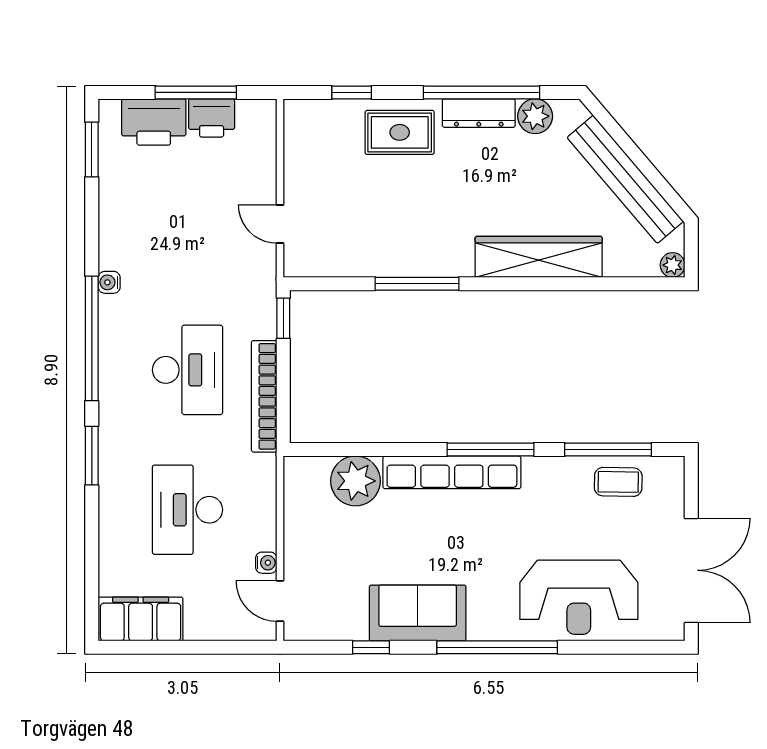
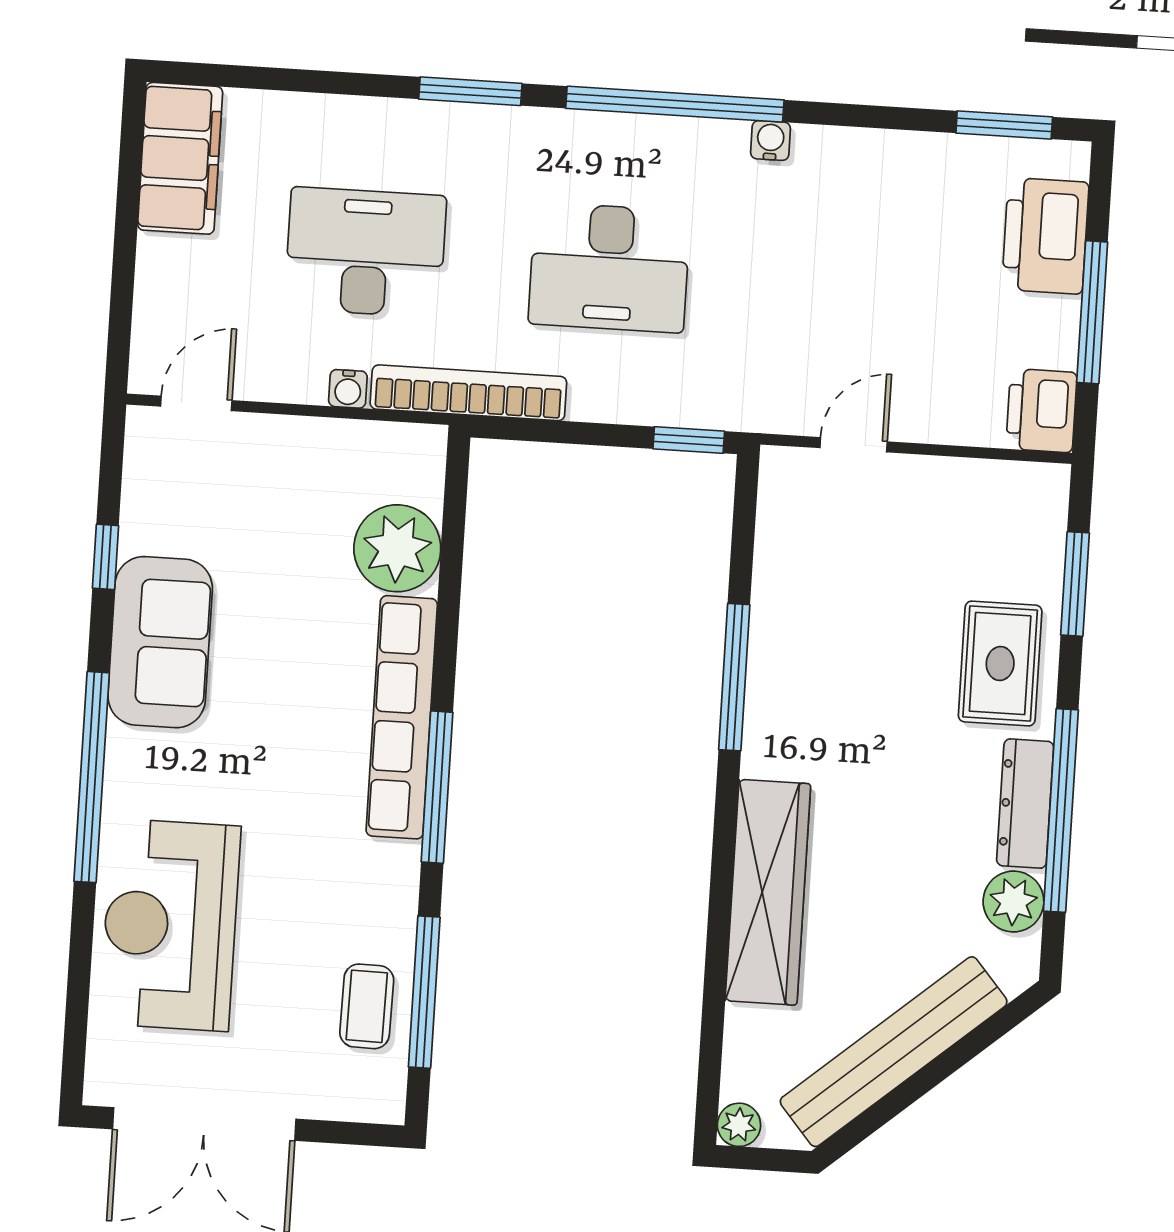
window: (352, 92) -> (1075, 584), width x1.50
printer: (212, 118) -> (1041, 411), moved
bookcase: (264, 396) -> (468, 393), moved
water cooler: (266, 563) -> (348, 389), moved

